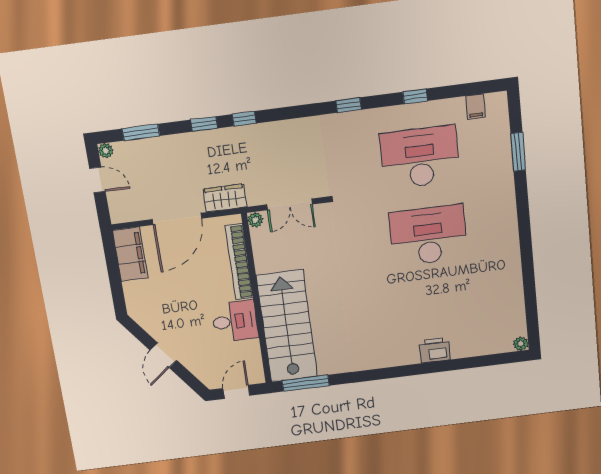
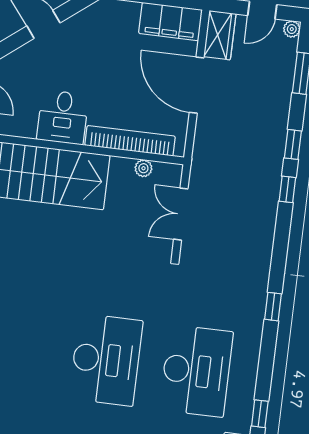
window: (415, 96) -> (260, 414), moved
wardrobe: (225, 198) -> (220, 35), moved
plant: (256, 220) -> (143, 168), moved

